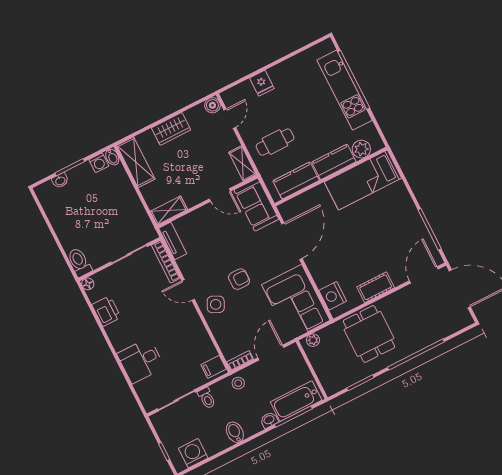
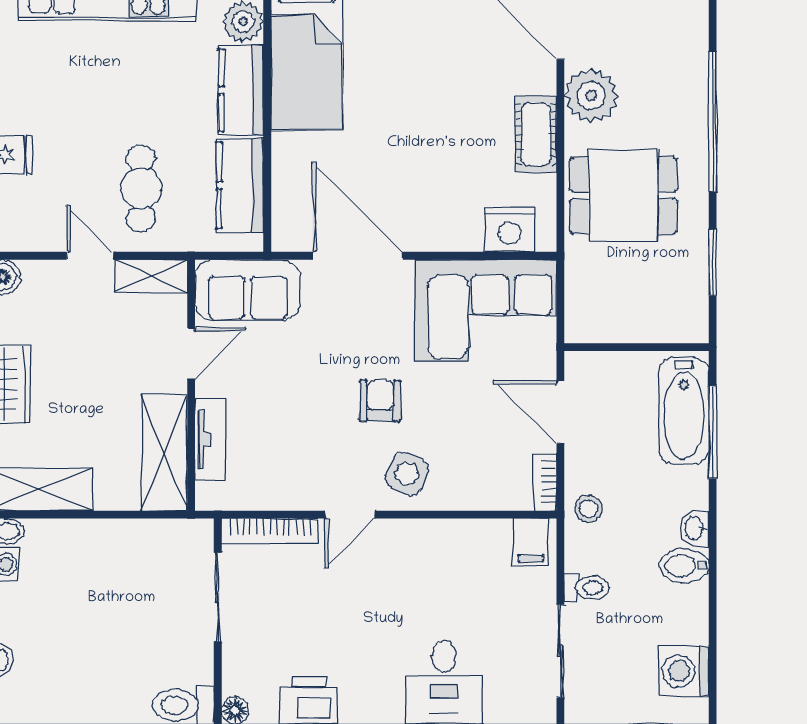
door: (230, 119) -> (90, 256), moved
shelving: (169, 210) -> (164, 453), width x1.50, depth x1.33
tv unit: (173, 241) -> (210, 439), moved, turned 90
plant: (313, 340) -> (591, 96), moved, width x1.87, depth x1.87
washbasin: (269, 420) -> (695, 528), moved

